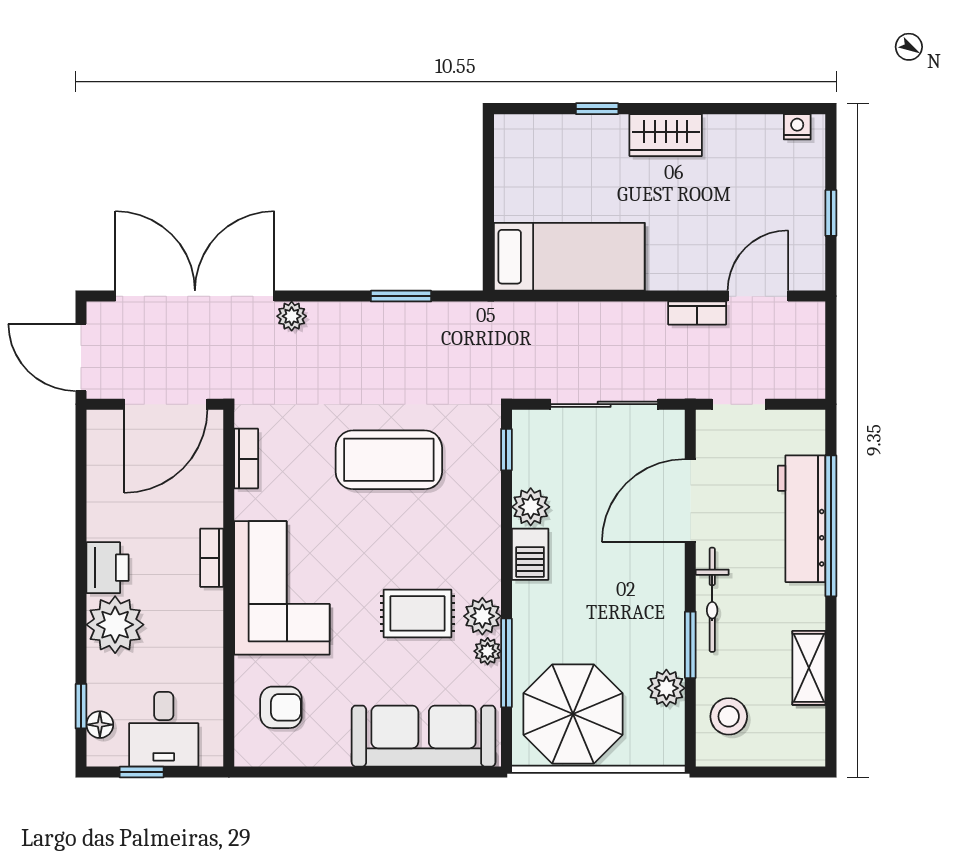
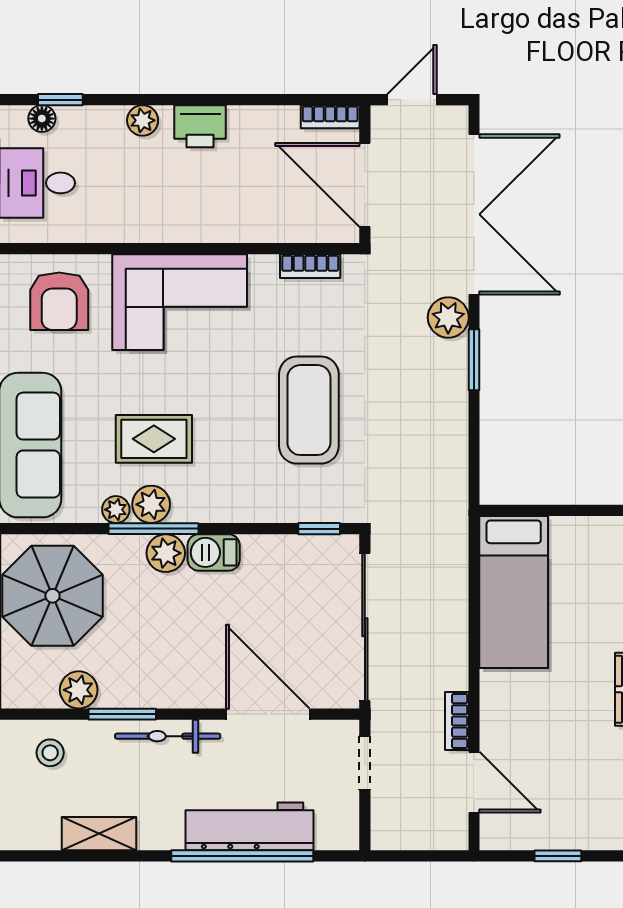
window: (401, 296) -> (474, 360), moved
plant: (292, 316) -> (448, 318), width x1.38, depth x1.38
door: (81, 357) -> (412, 100), width x0.73
sliding door: (604, 404) -> (365, 627), width x1.36
plant: (531, 507) -> (166, 553), moved
bookcase: (212, 558) -> (330, 117), moved, turned 180
rug: (417, 613) -> (154, 439), turned 90
plant: (115, 625) -> (143, 120), width x0.53, depth x0.53
window: (506, 663) -> (153, 529), moved
armchair: (281, 707) -> (59, 301), width x1.38, depth x1.38
stool: (729, 716) -> (50, 753), width x0.73, depth x0.73

